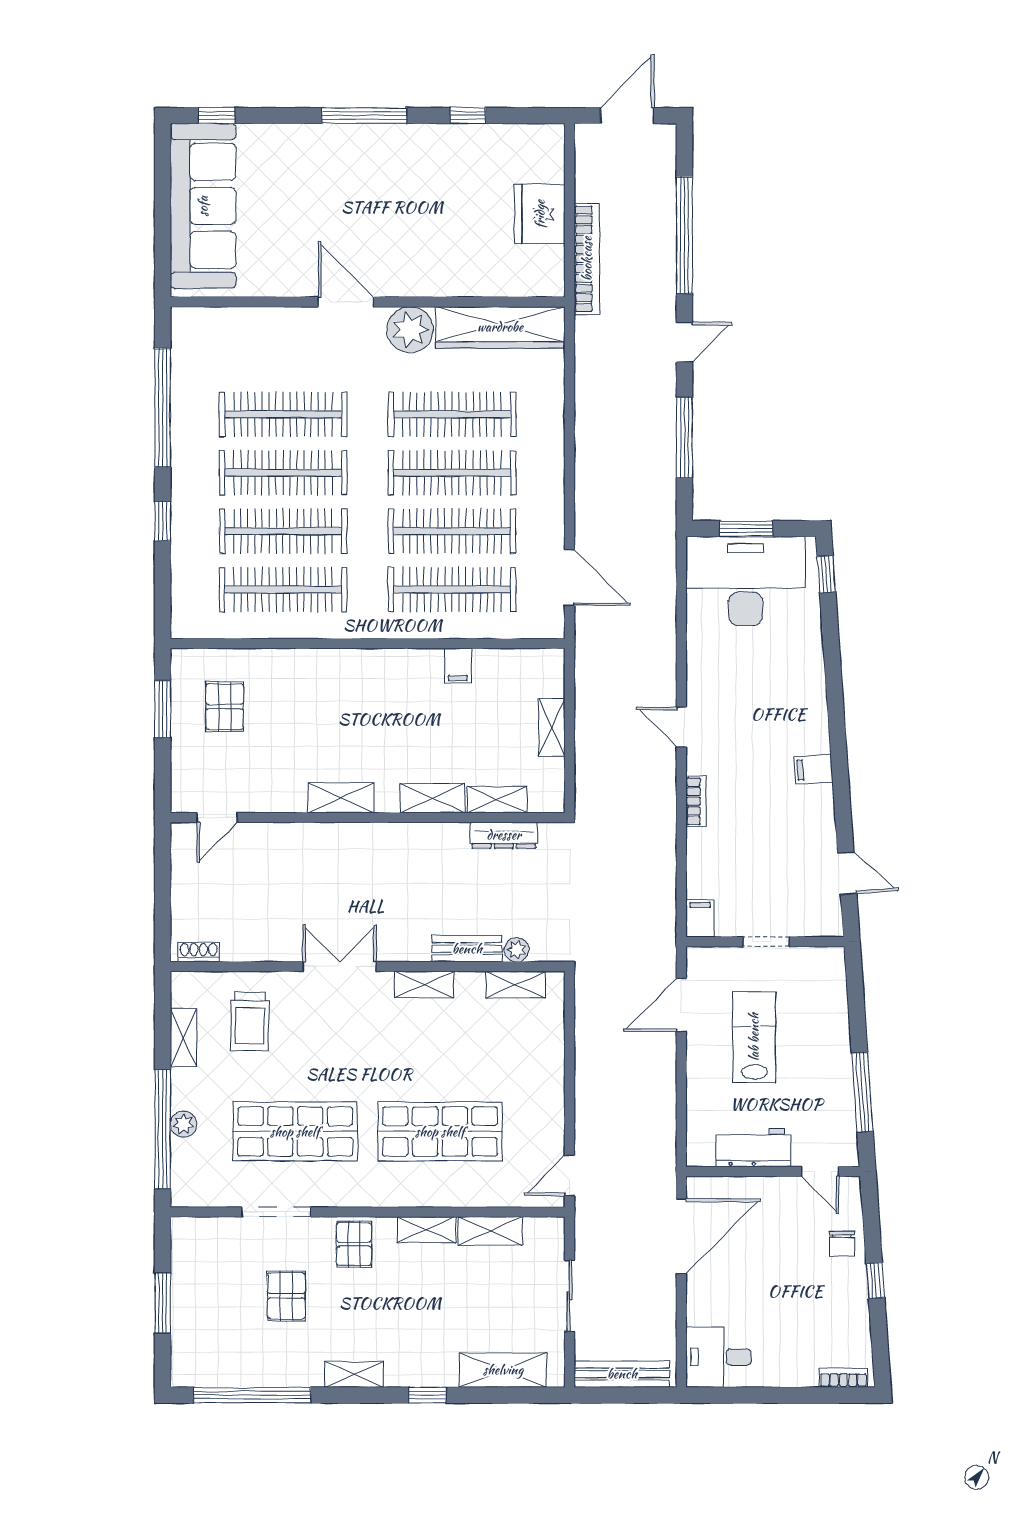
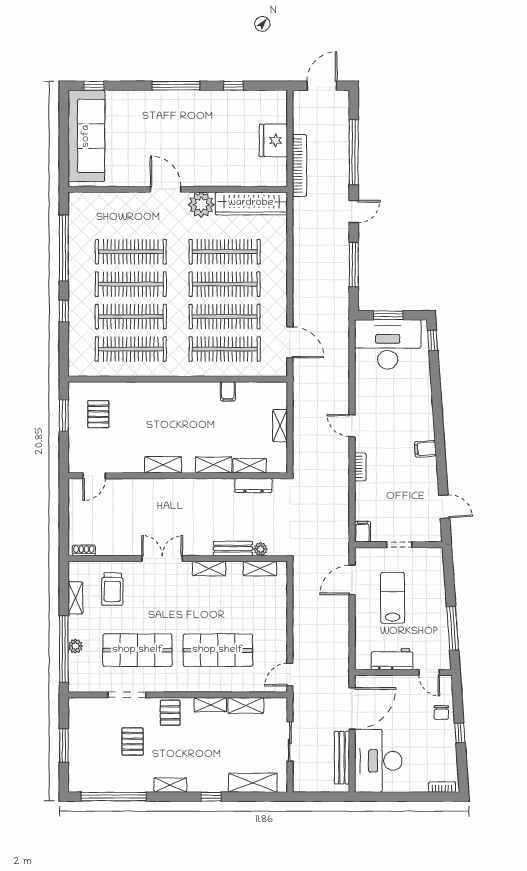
desk: (719, 1357) -> (378, 761), width x1.87, depth x1.30
bench: (622, 1374) -> (342, 758), moved, turned 90

